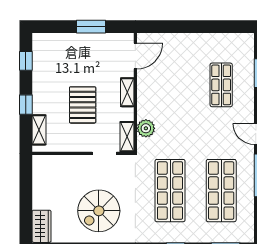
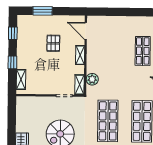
window: (91, 27) -> (43, 11), moved
door: (135, 56) -> (86, 31), swing flipped
pallet: (83, 105) -> (53, 43), moved, width x0.67, depth x0.71

